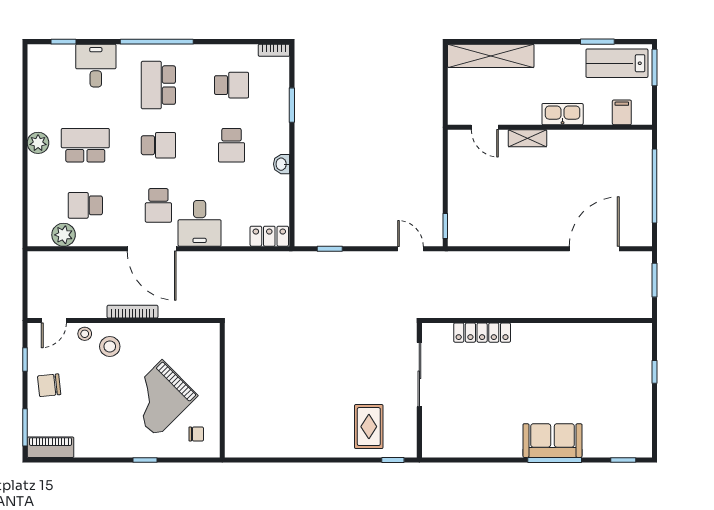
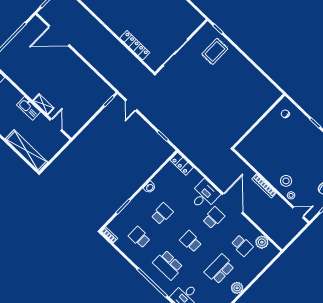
school desk: (158, 85) -> (168, 265), turned 90
kitchen sink: (563, 114) -> (29, 108), moved
school desk: (85, 145) -> (219, 269), turned 90
grand piano: (159, 398) -> (286, 142), removed

